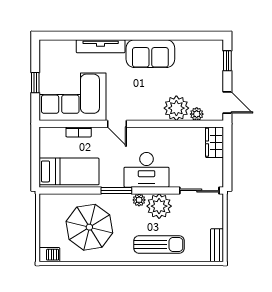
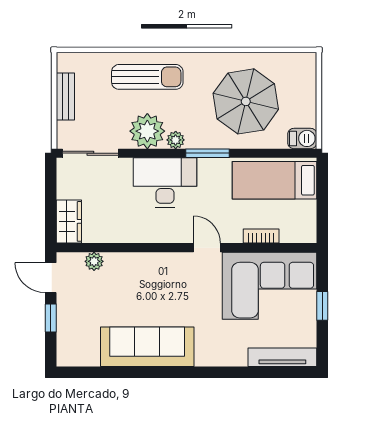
tv unit: (101, 46) -> (282, 357), moved
sofa: (150, 54) -> (147, 347), width x1.36
window: (227, 61) -> (51, 318), moved
plant: (176, 108) -> (123, 270), removed
sun lounger: (159, 244) -> (147, 77), turned 180
bench: (217, 245) -> (65, 97), moved
barbecue: (49, 255) -> (302, 138), moved, turned 180

